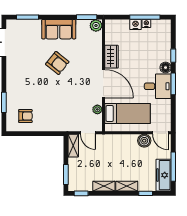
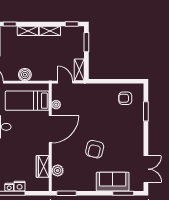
plant: (96, 26) -> (58, 171), moved
sofa: (59, 29) -> (113, 182), moved
wardrobe: (111, 57) -> (43, 166), moved
armchair: (57, 63) -> (95, 149), turned -116
door: (103, 84) -> (50, 129), swing flipped
boiler: (144, 141) -> (25, 75), moved

